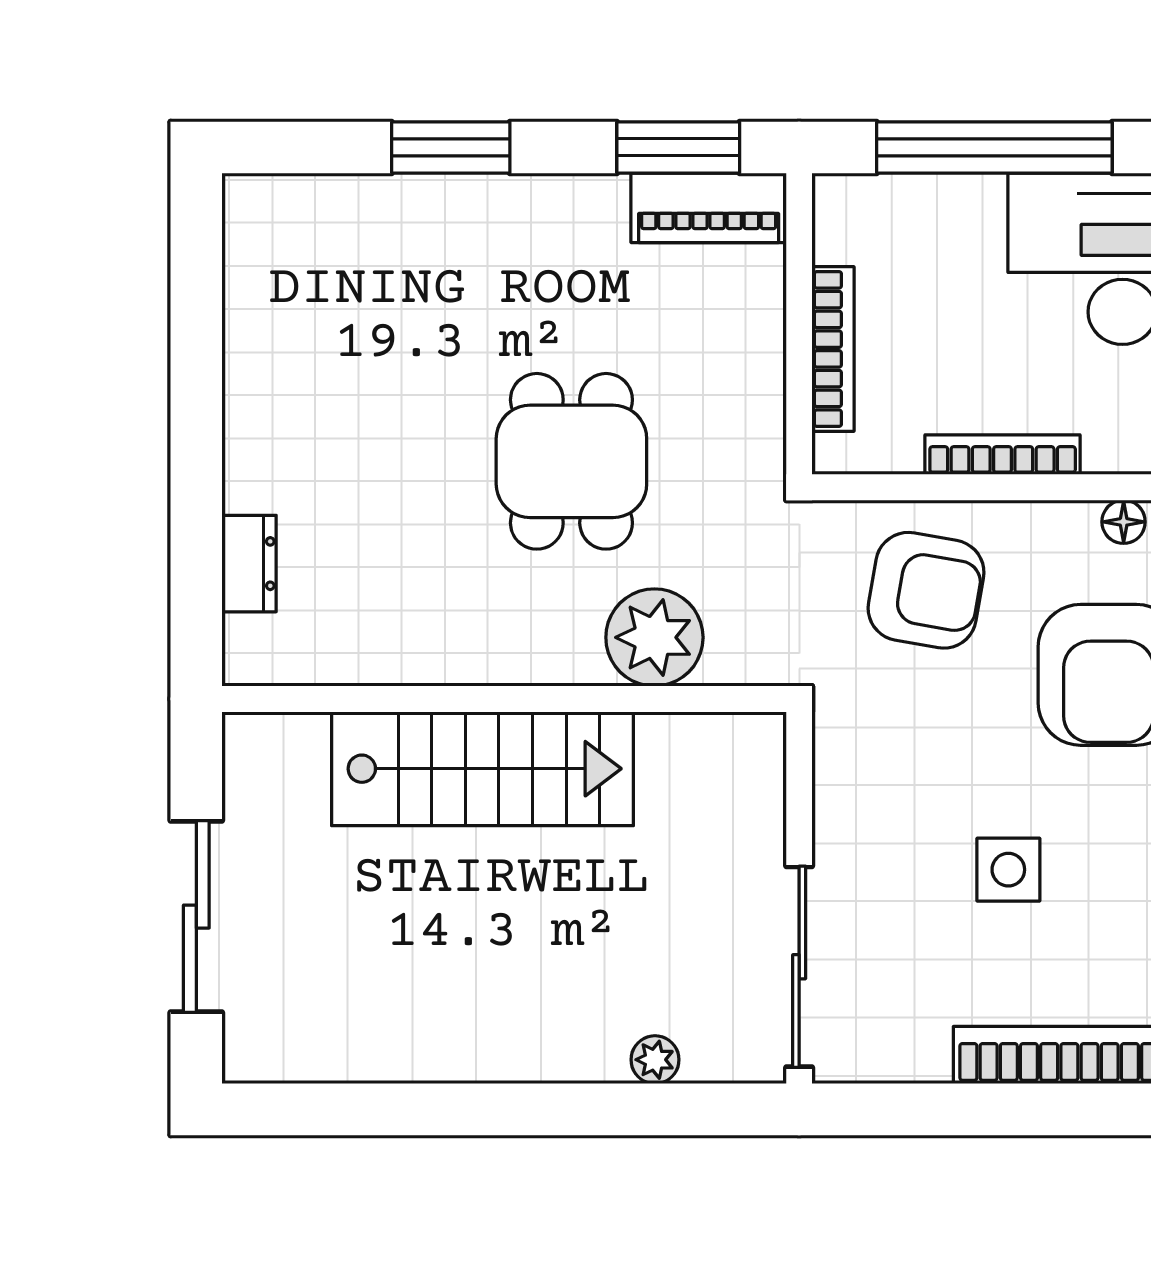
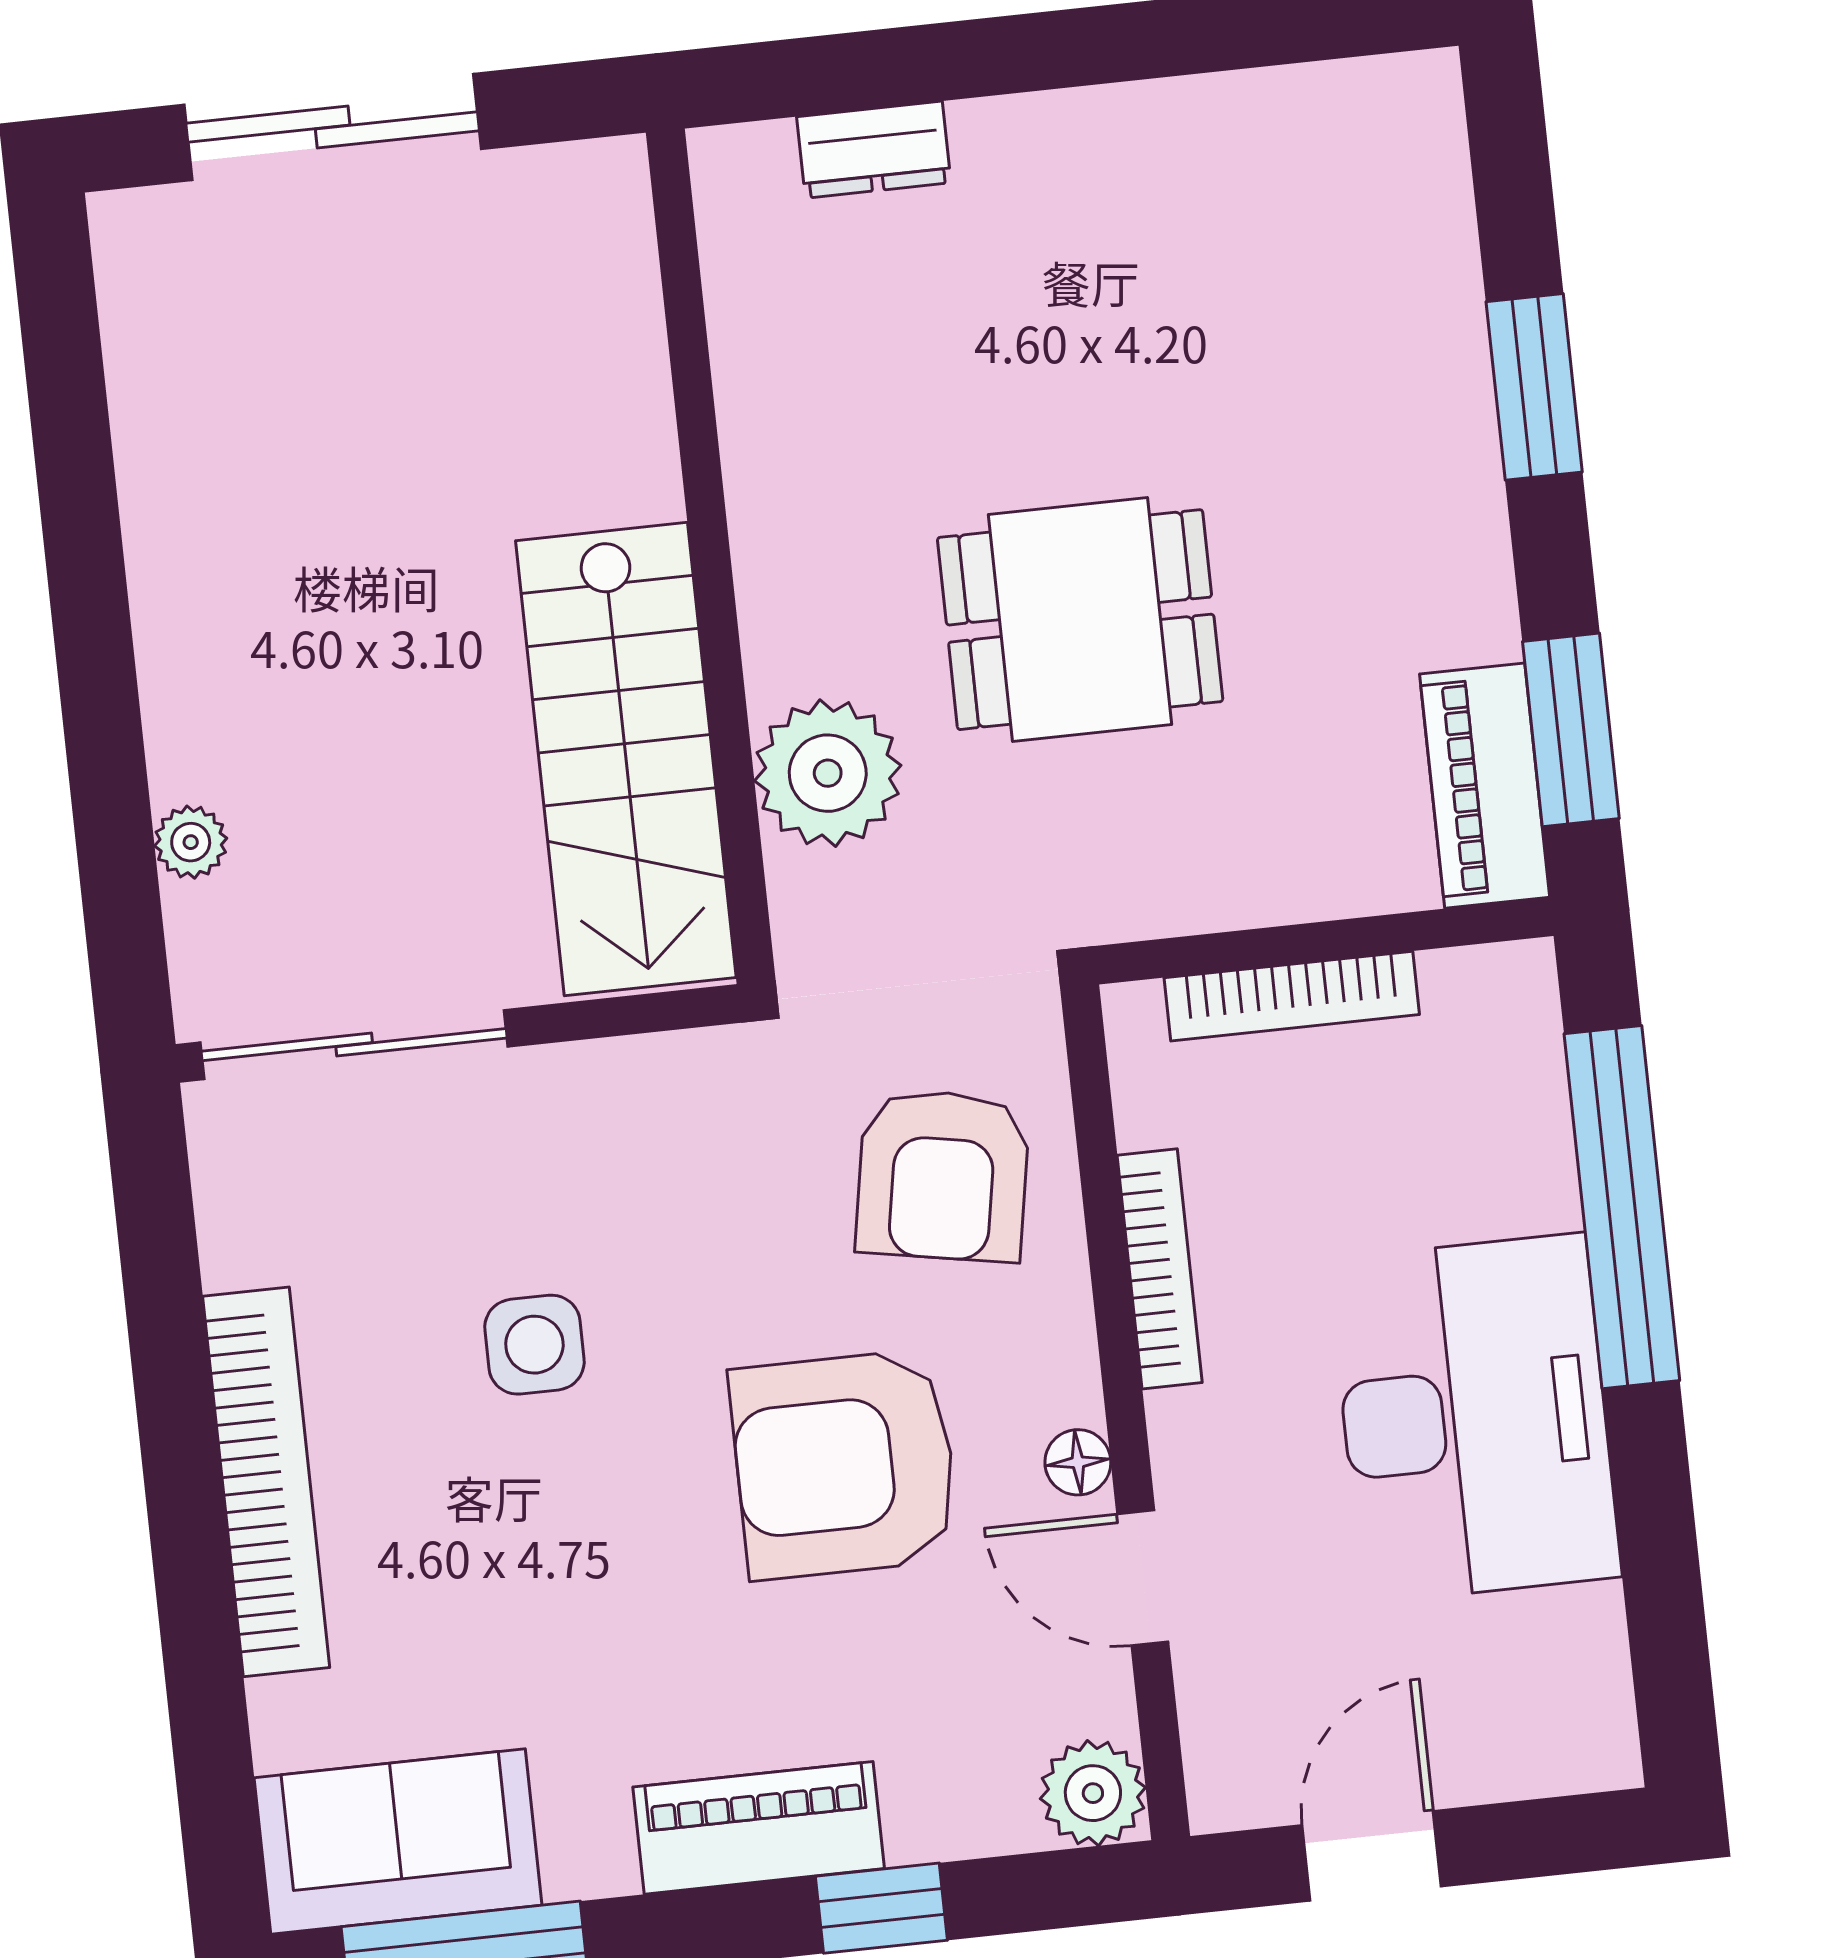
stairs: (483, 769) -> (626, 759), moved

